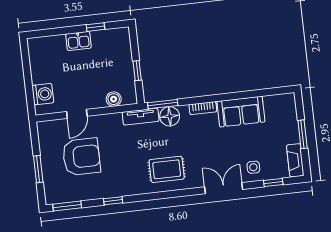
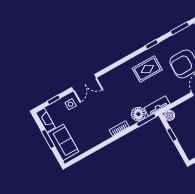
boiler: (114, 99) -> (169, 115), moved
sofa: (241, 112) -> (63, 142), moved, turned 90
rug: (167, 169) -> (147, 69), moved

